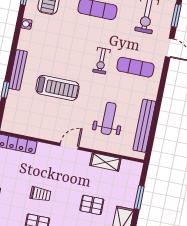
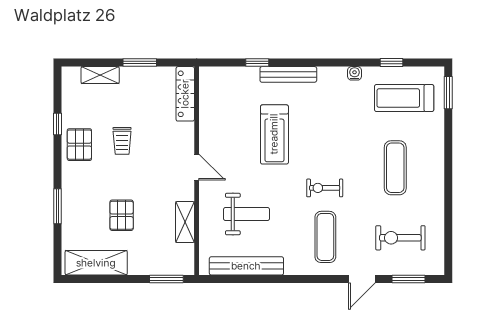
window: (139, 198) -> (166, 279), moved

